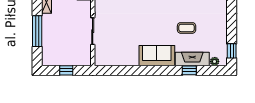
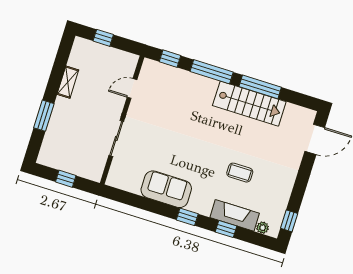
window: (37, 31) -> (44, 116), width x0.69
sofa: (157, 56) -> (166, 189), moved
window: (159, 70) -> (187, 217), added

